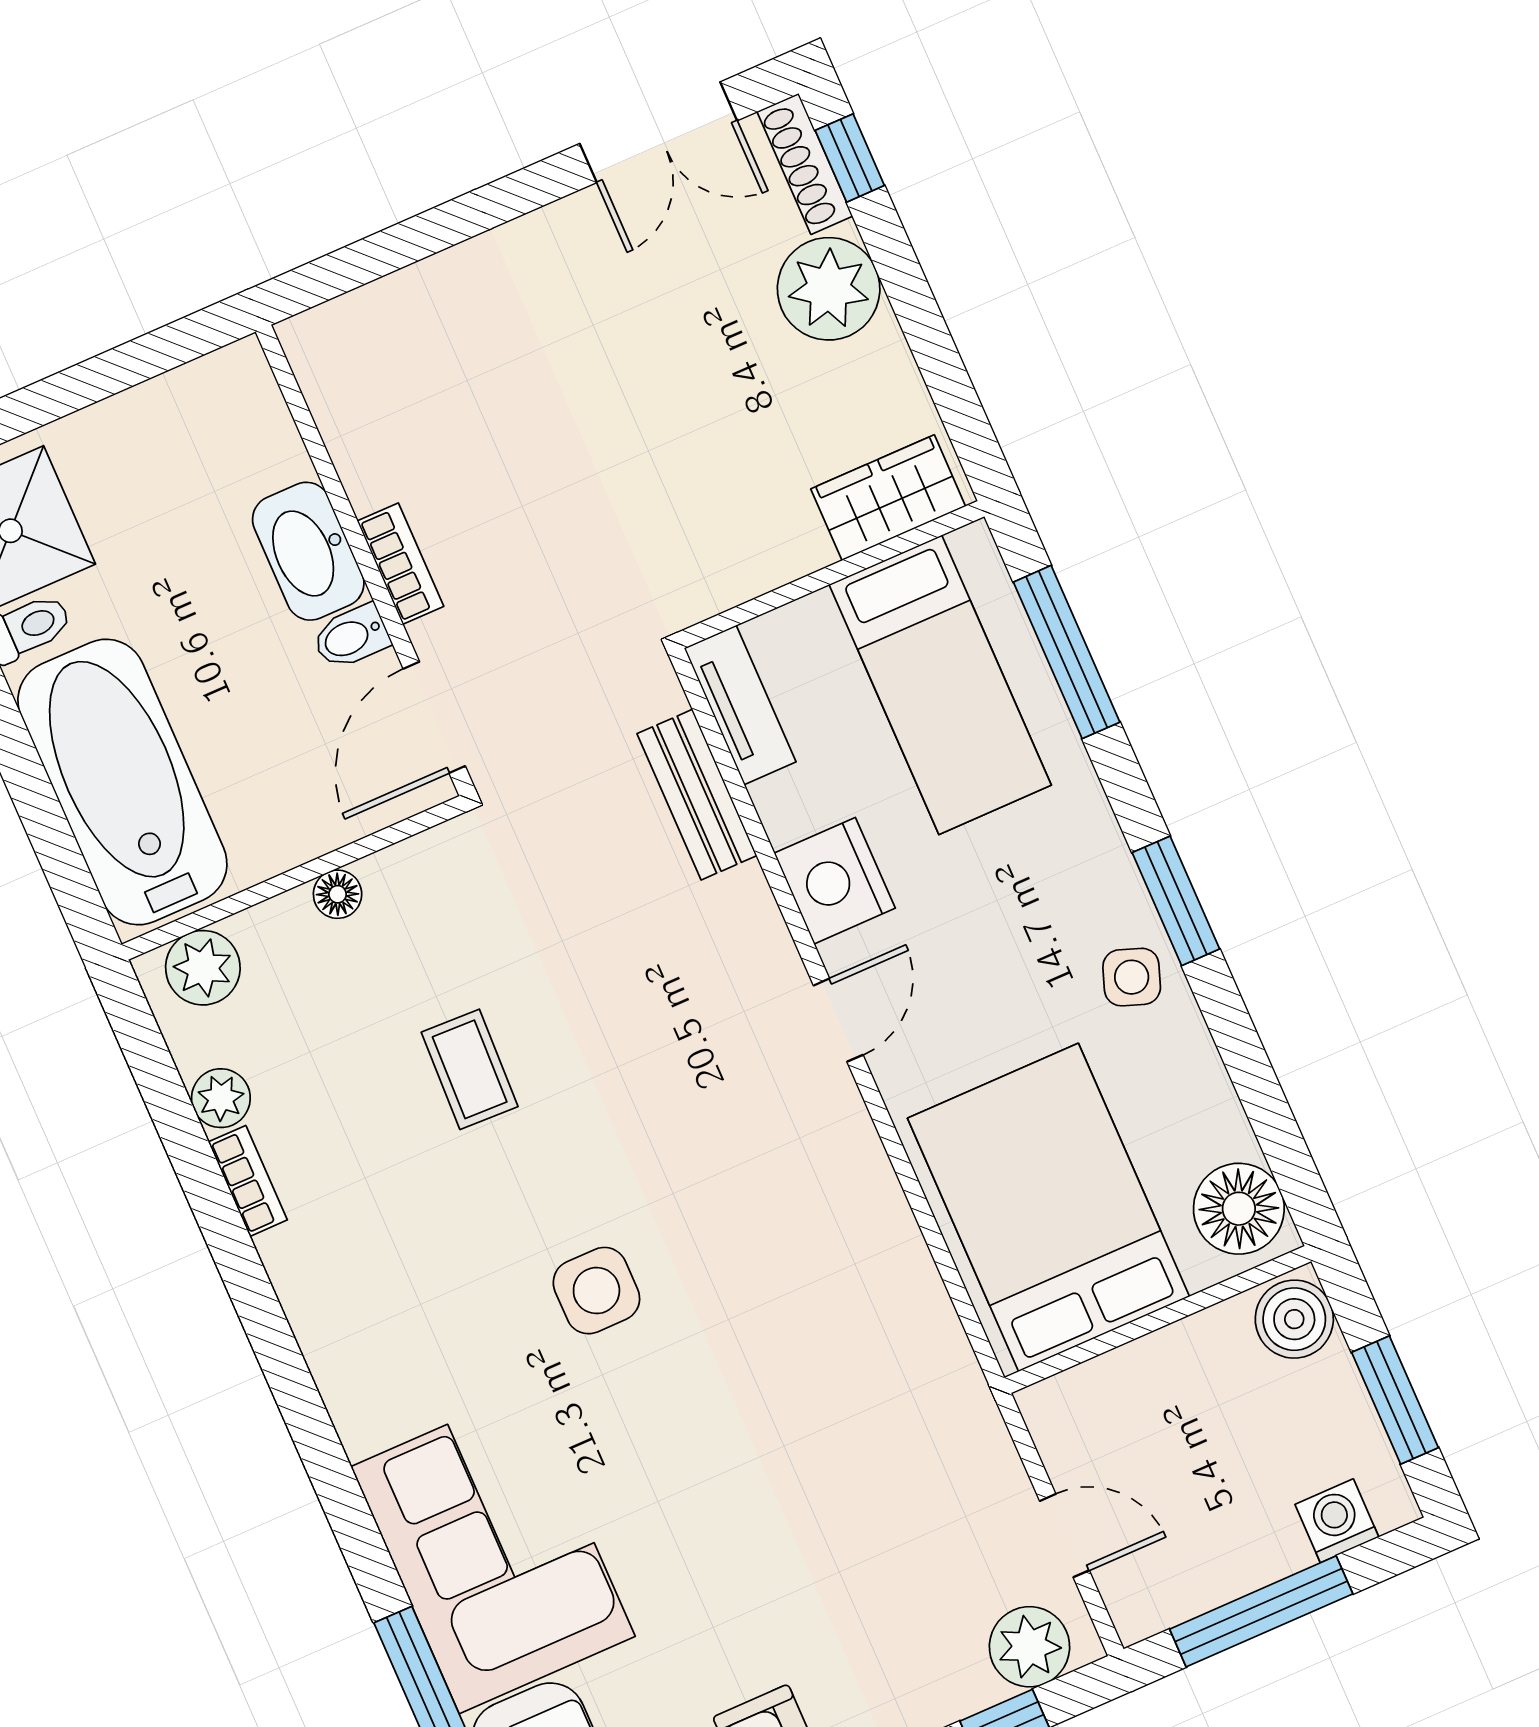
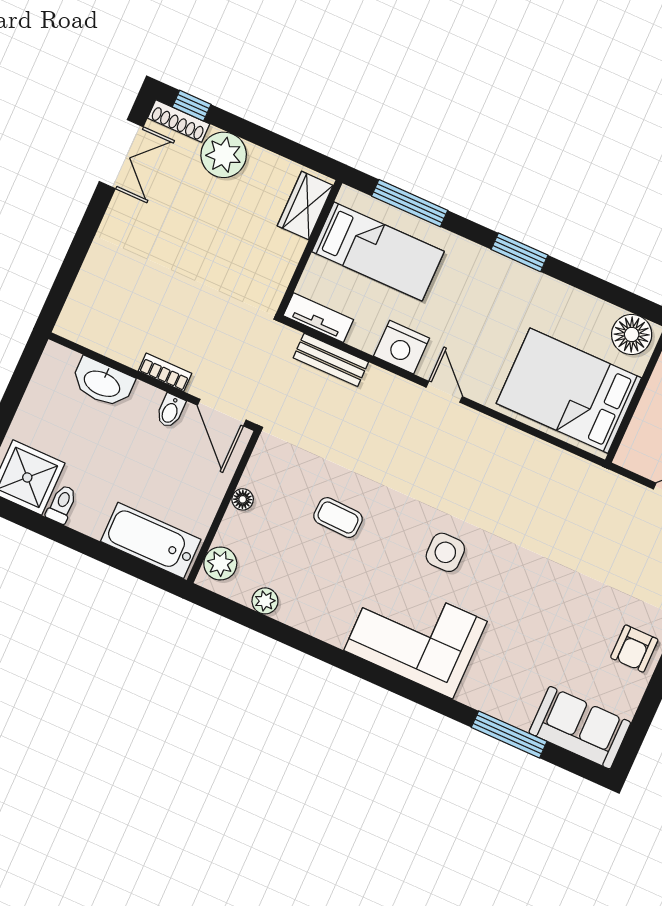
washbasin: (308, 551) -> (102, 383), moved
bathtub: (122, 782) -> (151, 540), width x0.73, depth x0.73
side table: (1132, 977) -> (528, 290), removed
bookcase: (248, 1181) -> (298, 620), removed
corner sofa: (493, 1552) -> (416, 636), moved

